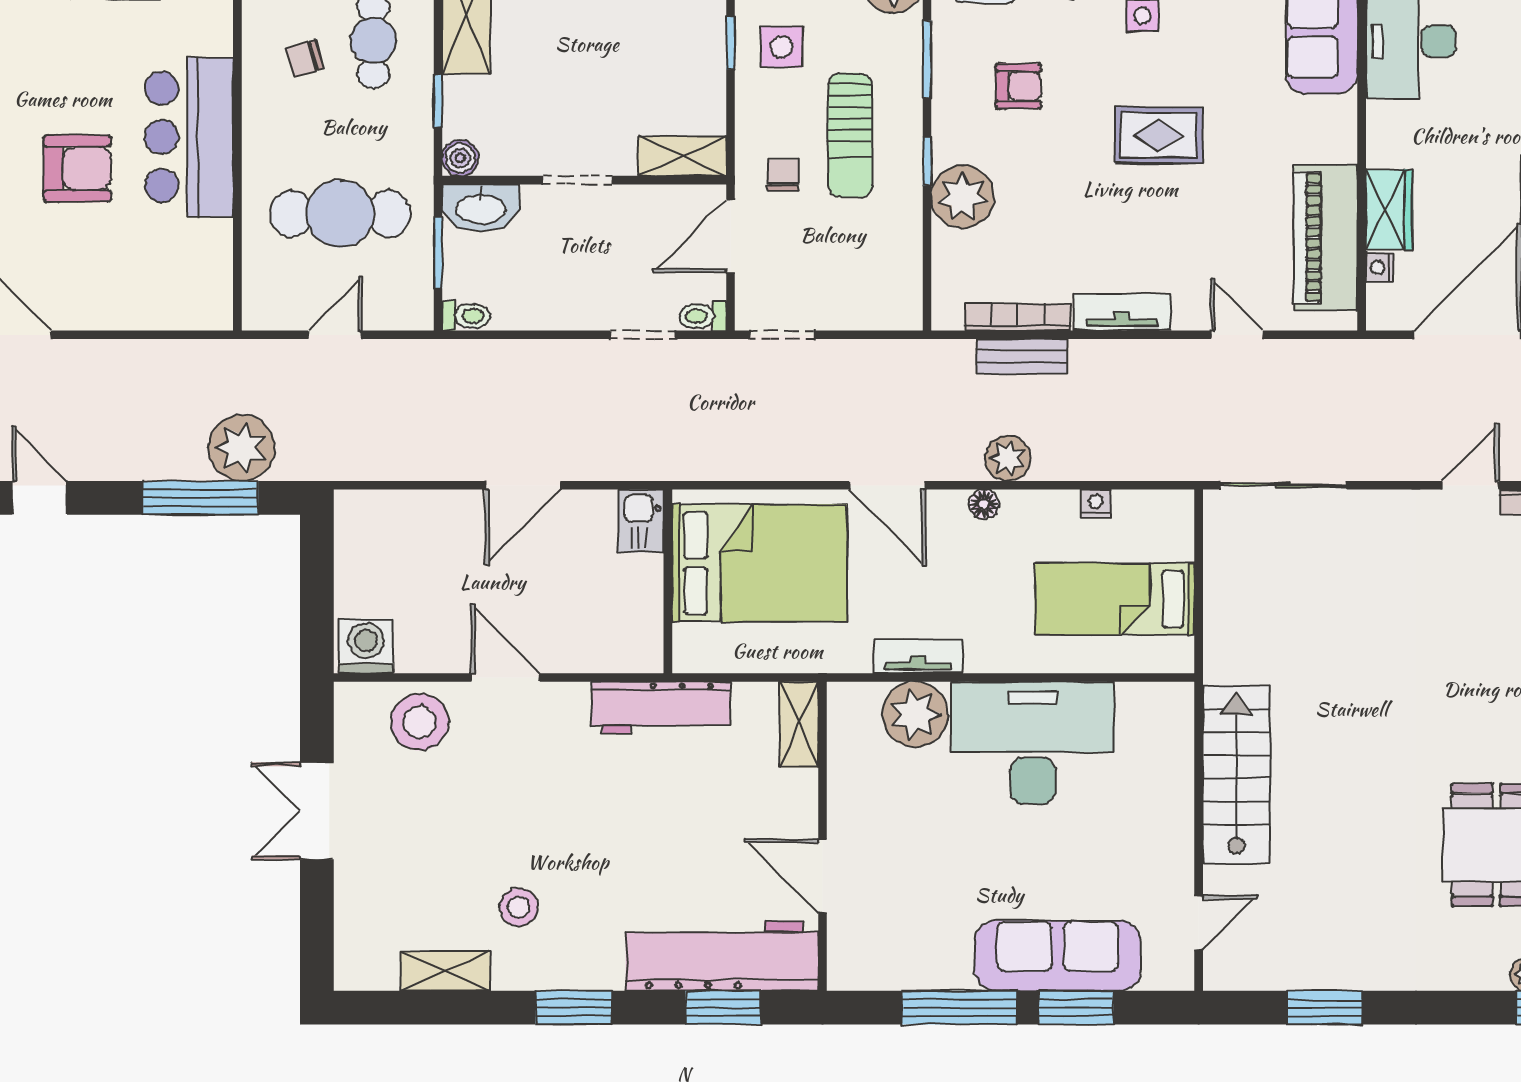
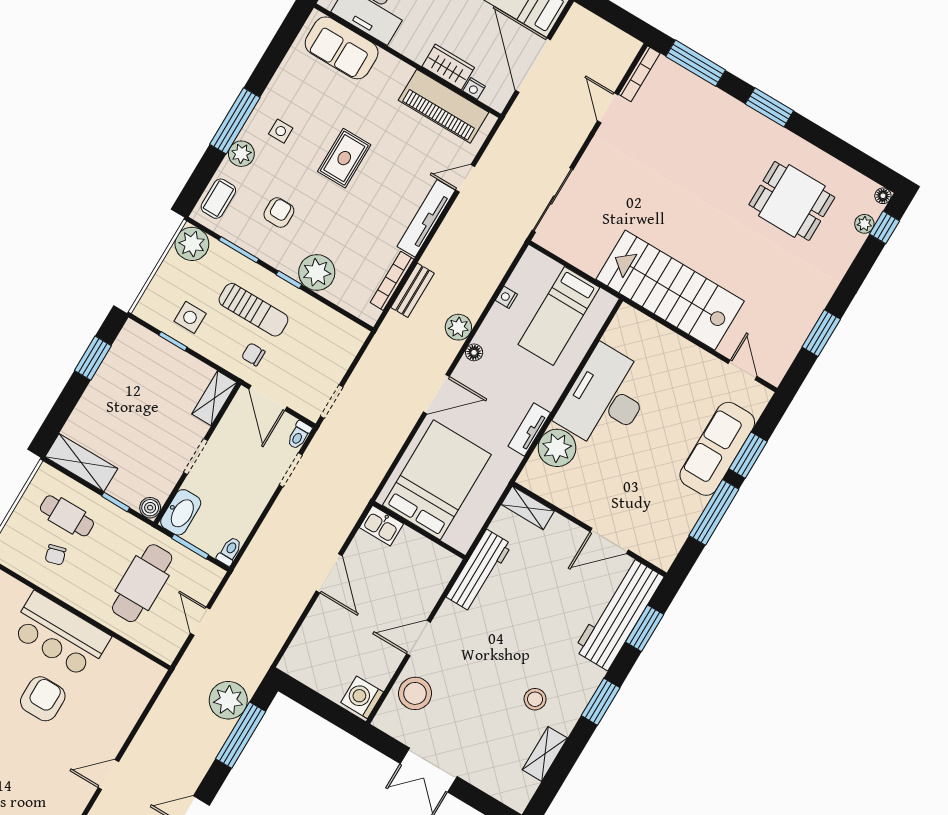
tv unit: (1122, 312) -> (426, 218), width x1.41
stairs: (1236, 775) -> (670, 290), width x1.36, depth x1.51

